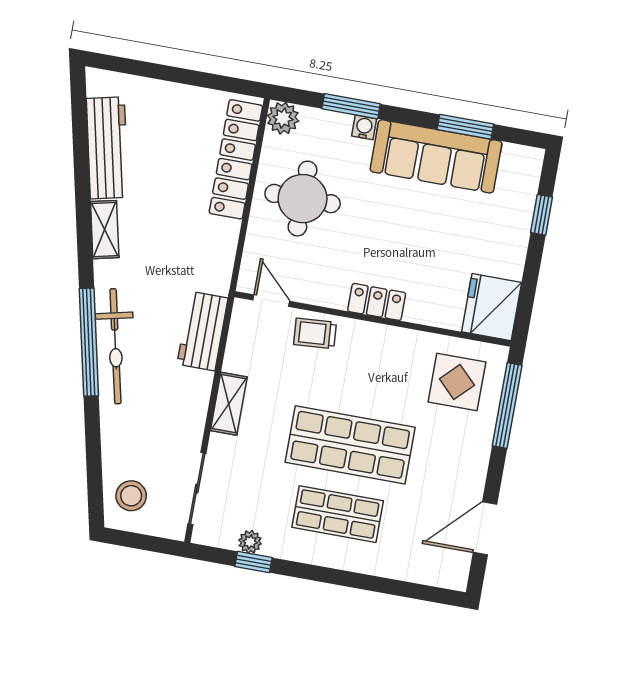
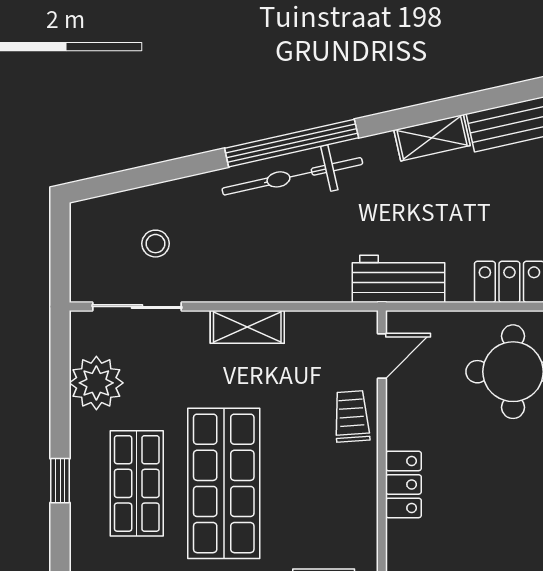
workbench: (202, 331) -> (399, 279), moved
stool: (131, 496) -> (156, 244), moved, width x0.73, depth x0.73
plant: (250, 542) -> (96, 383), width x1.87, depth x1.87
window: (253, 562) -> (60, 481), moved

